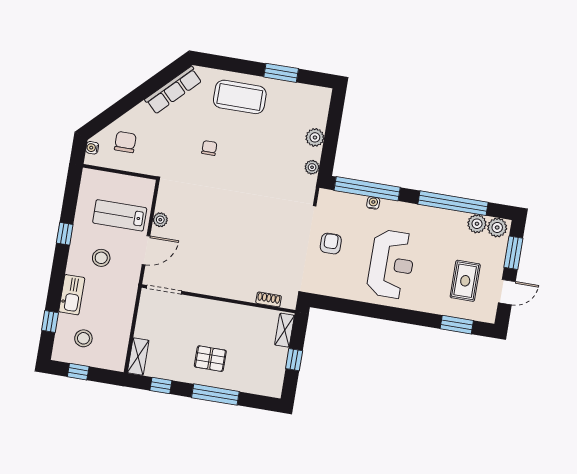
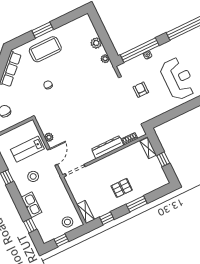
window: (281, 73) -> (43, 30), moved
dresser: (230, 290) -> (108, 147), added
stool: (83, 338) -> (67, 222), moved
window: (215, 395) -> (137, 204), width x0.69

